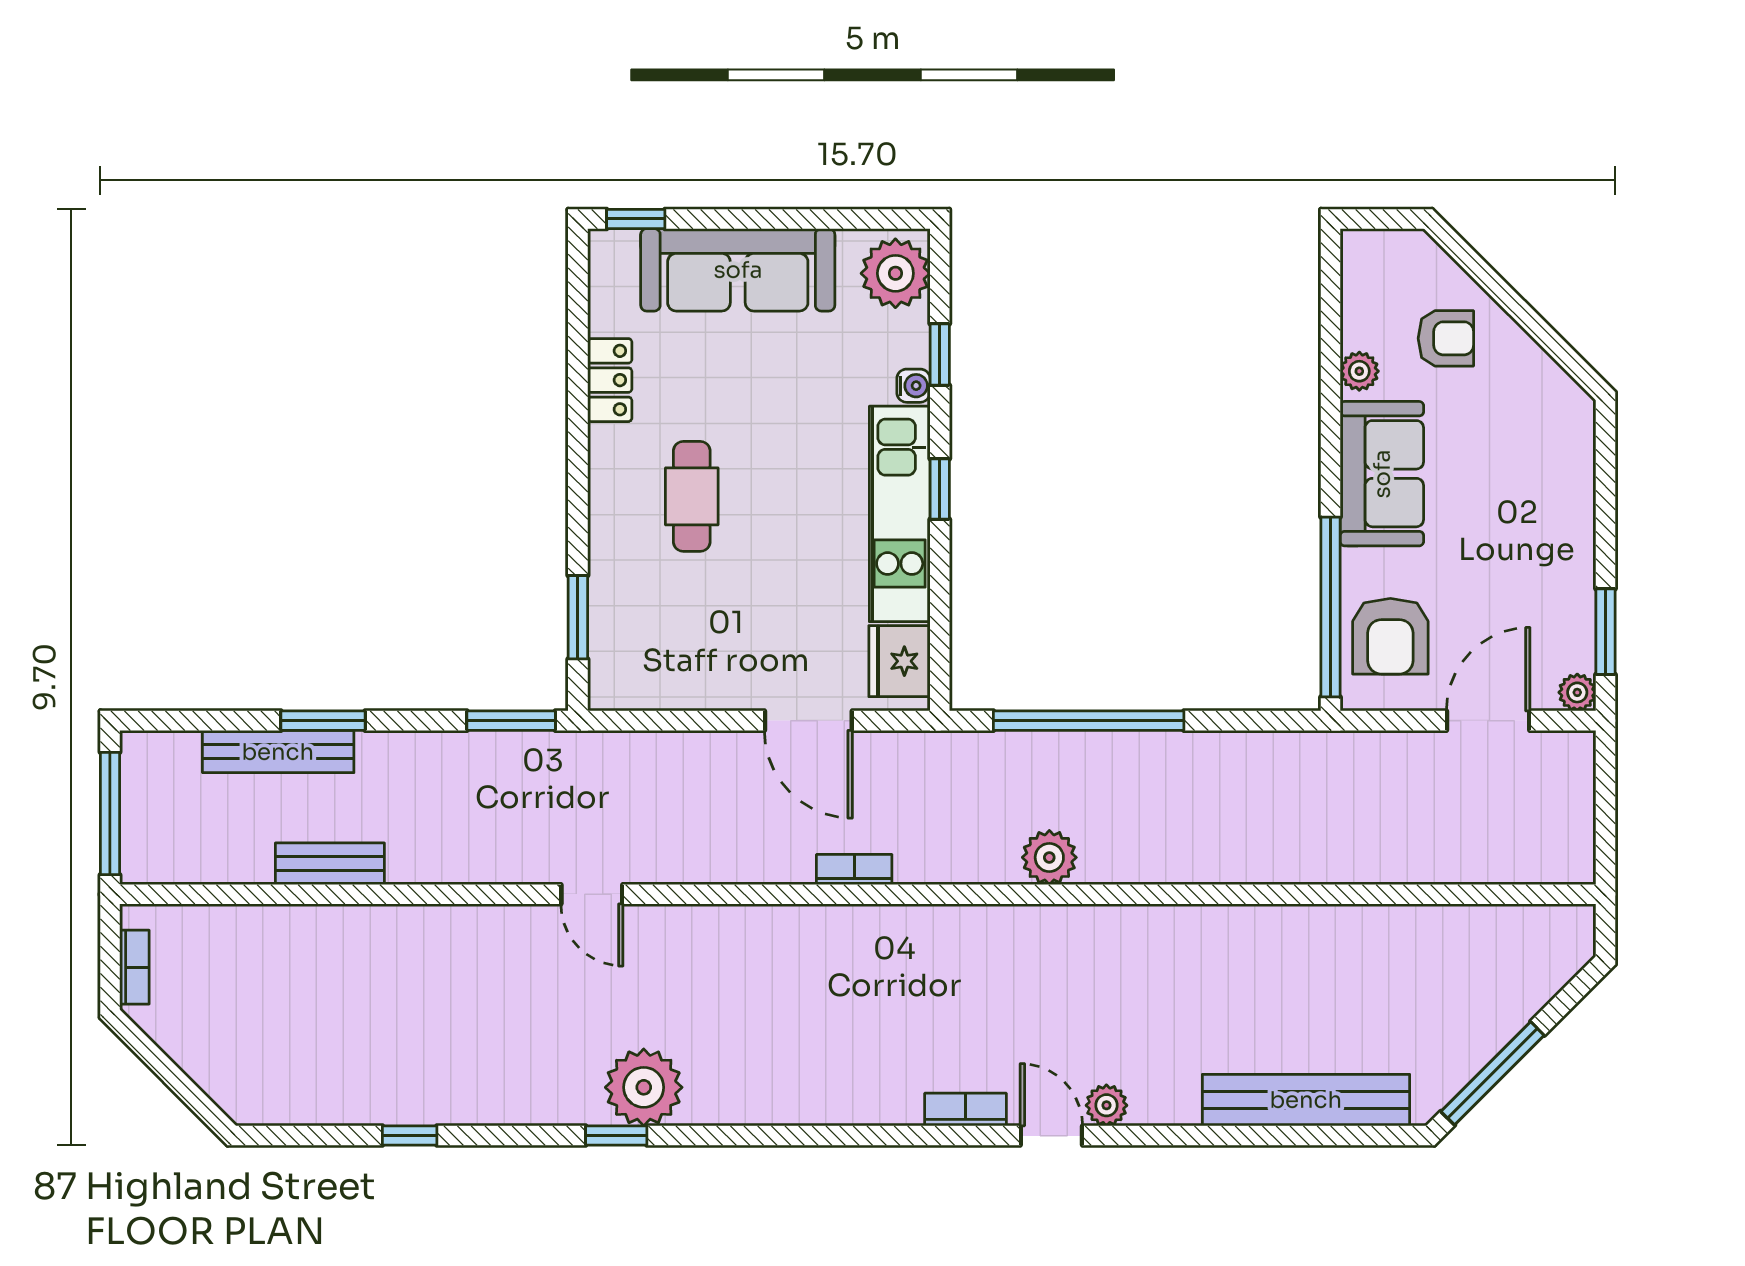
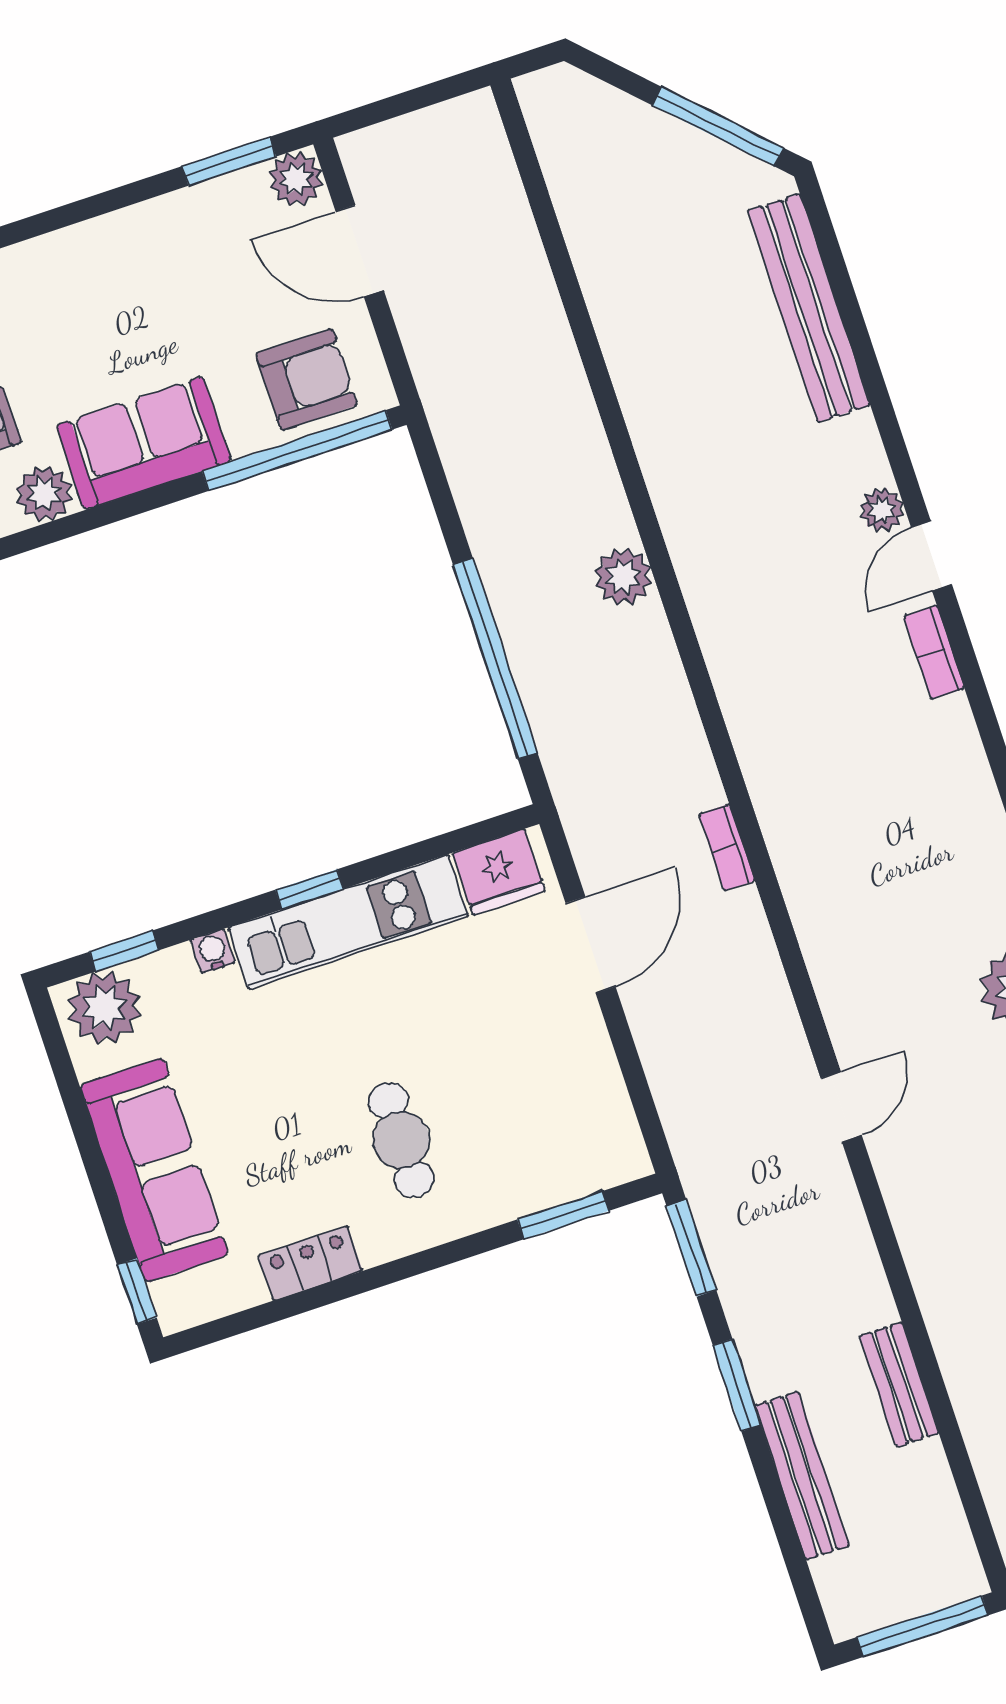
window: (940, 354) -> (124, 951), moved
plant: (1359, 371) -> (44, 494), width x1.38, depth x1.38
cafe table: (692, 496) -> (401, 1140), turned 90
plant: (1577, 692) -> (296, 179), width x1.38, depth x1.38
window: (323, 721) -> (737, 1385), moved
plant: (1049, 857) -> (623, 577), moved

